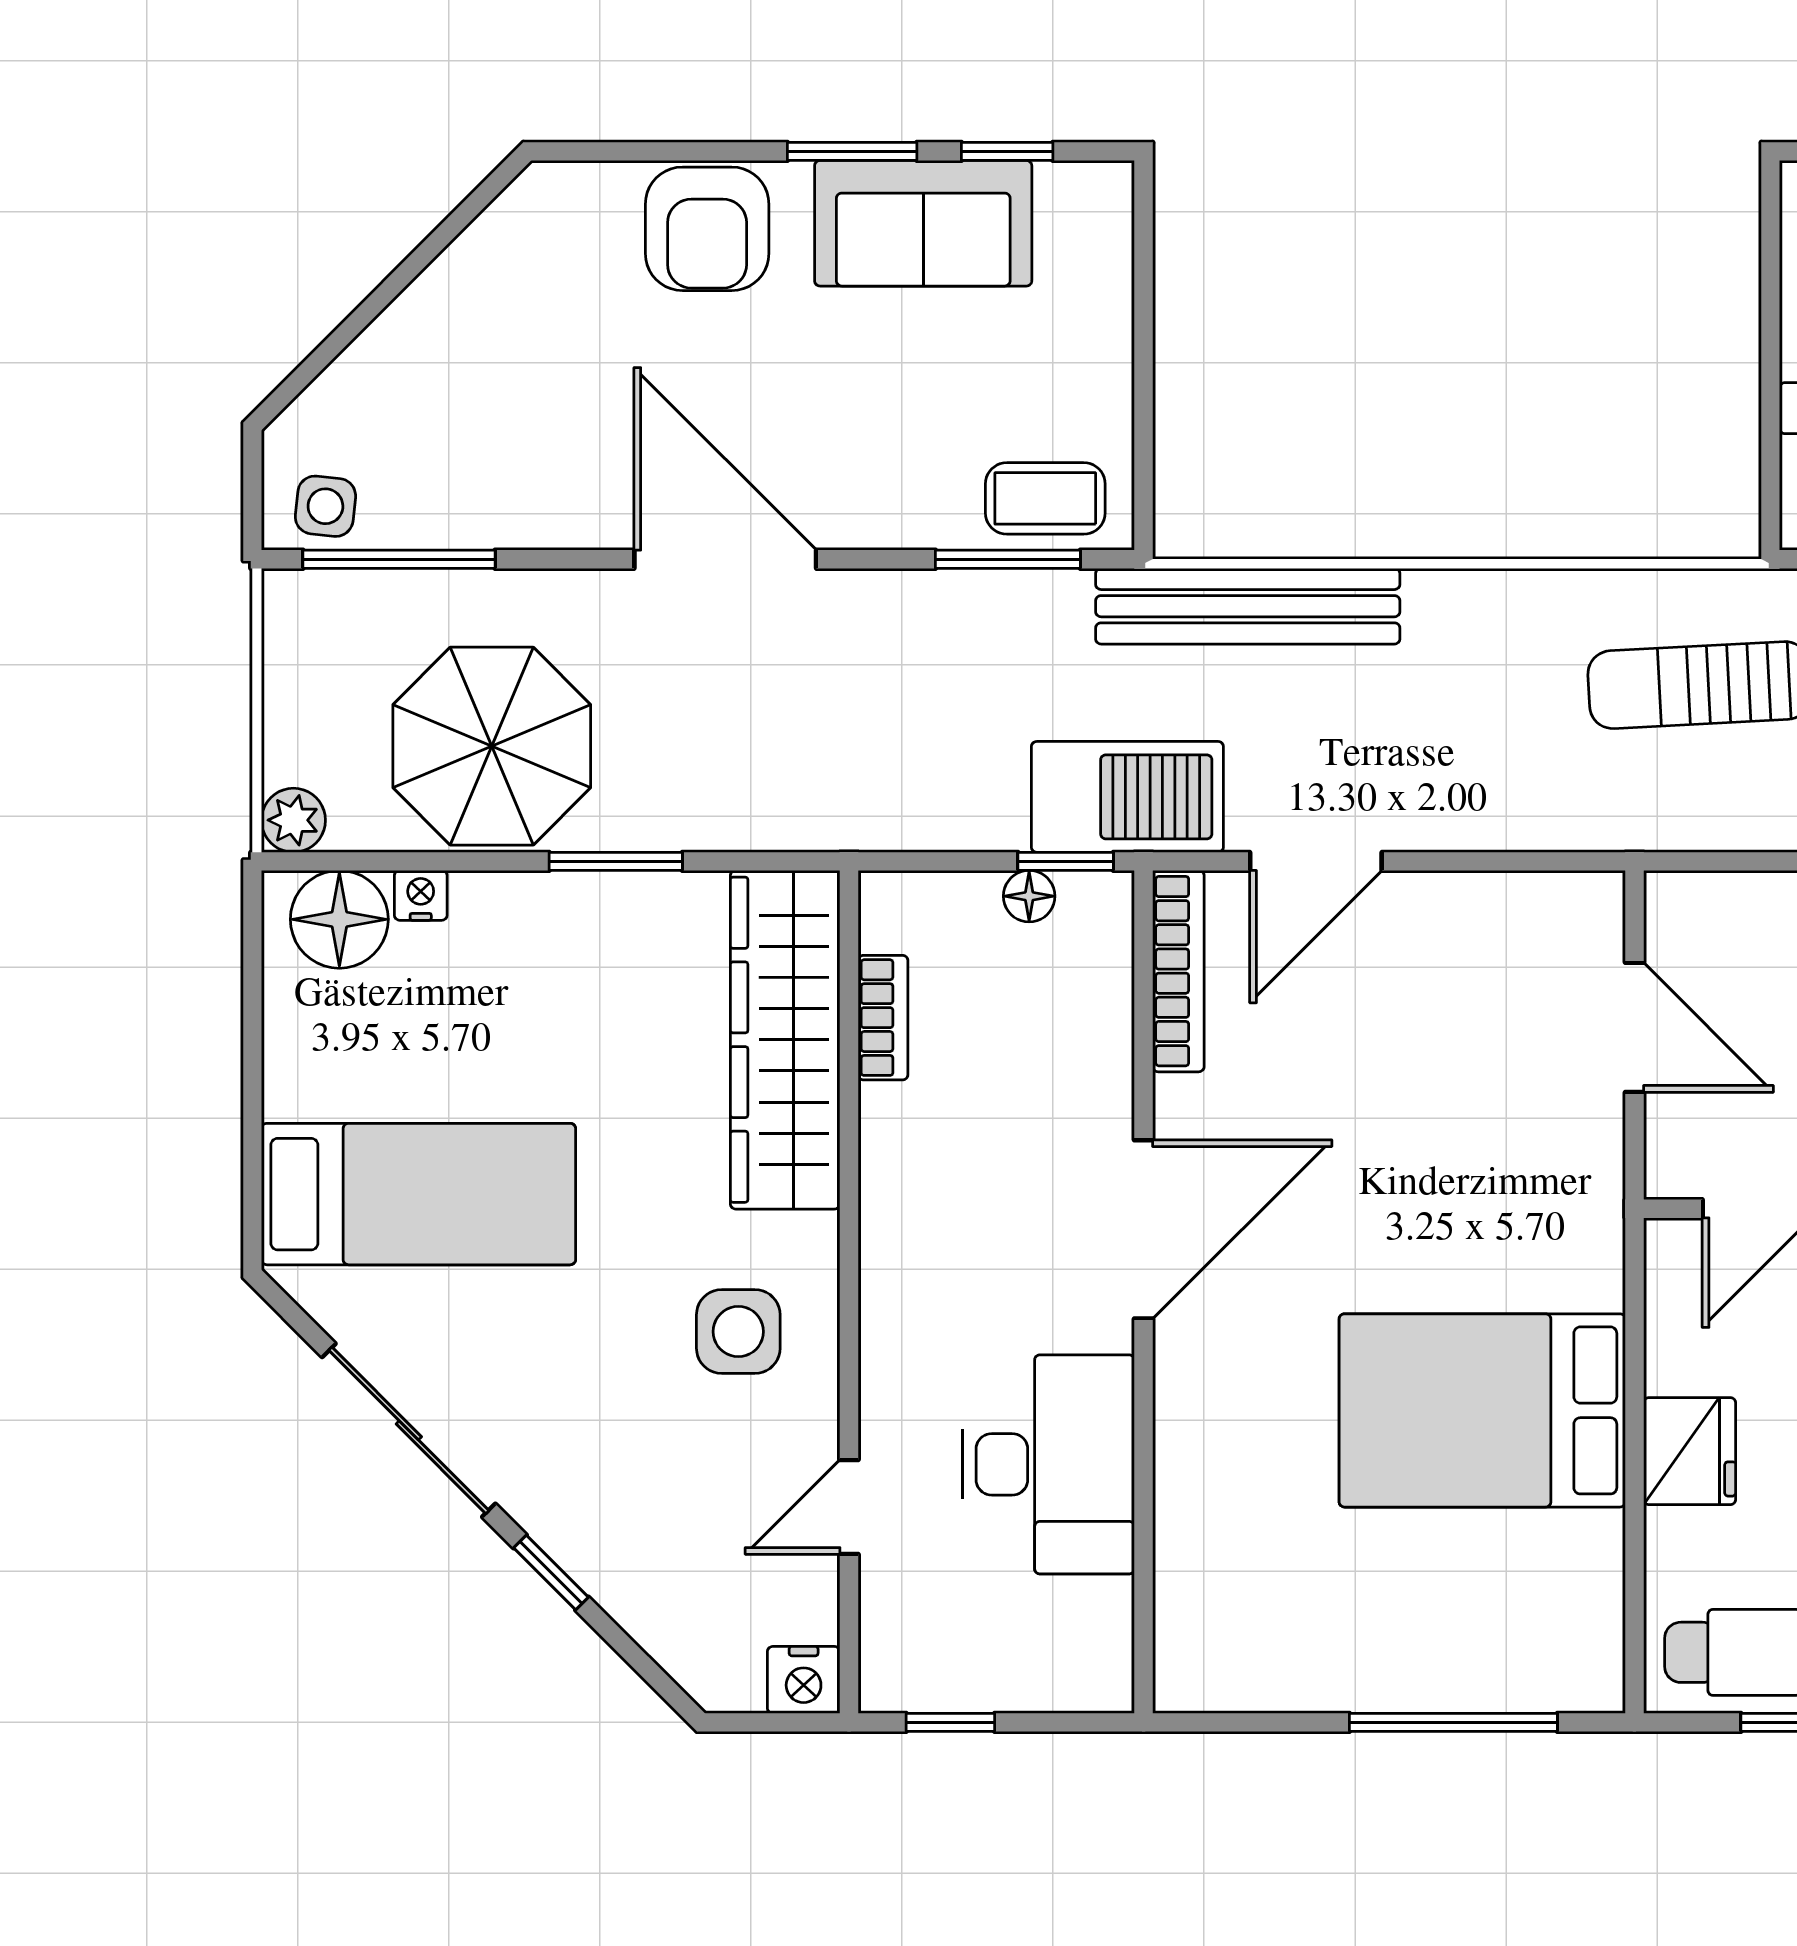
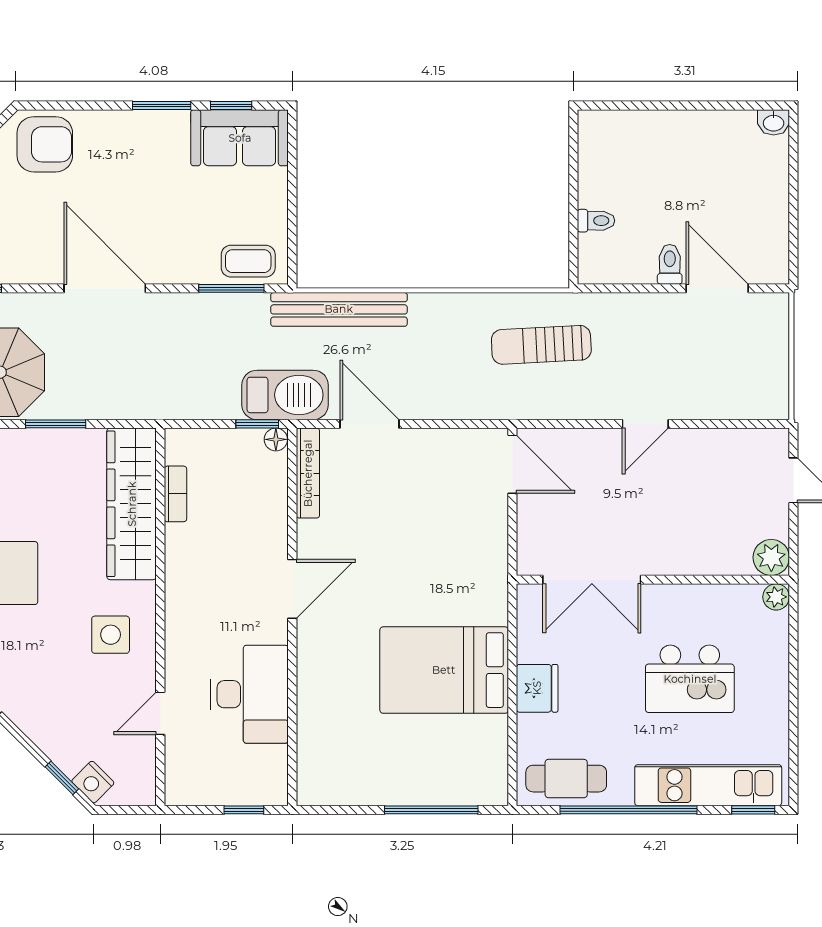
sofa: (923, 223) -> (240, 138), moved
armchair: (707, 229) -> (45, 144), moved, turned -90
door: (1316, 861) -> (370, 424), swing flipped
floor lamp: (1029, 896) -> (276, 439), moved
door: (1634, 1027) -> (512, 464), moved
door: (1144, 1229) -> (292, 589), width x0.73
window: (551, 1572) -> (62, 778), moved
nightstand: (804, 1680) -> (93, 782), moved, turned 45
window: (950, 1722) -> (244, 810), moved

